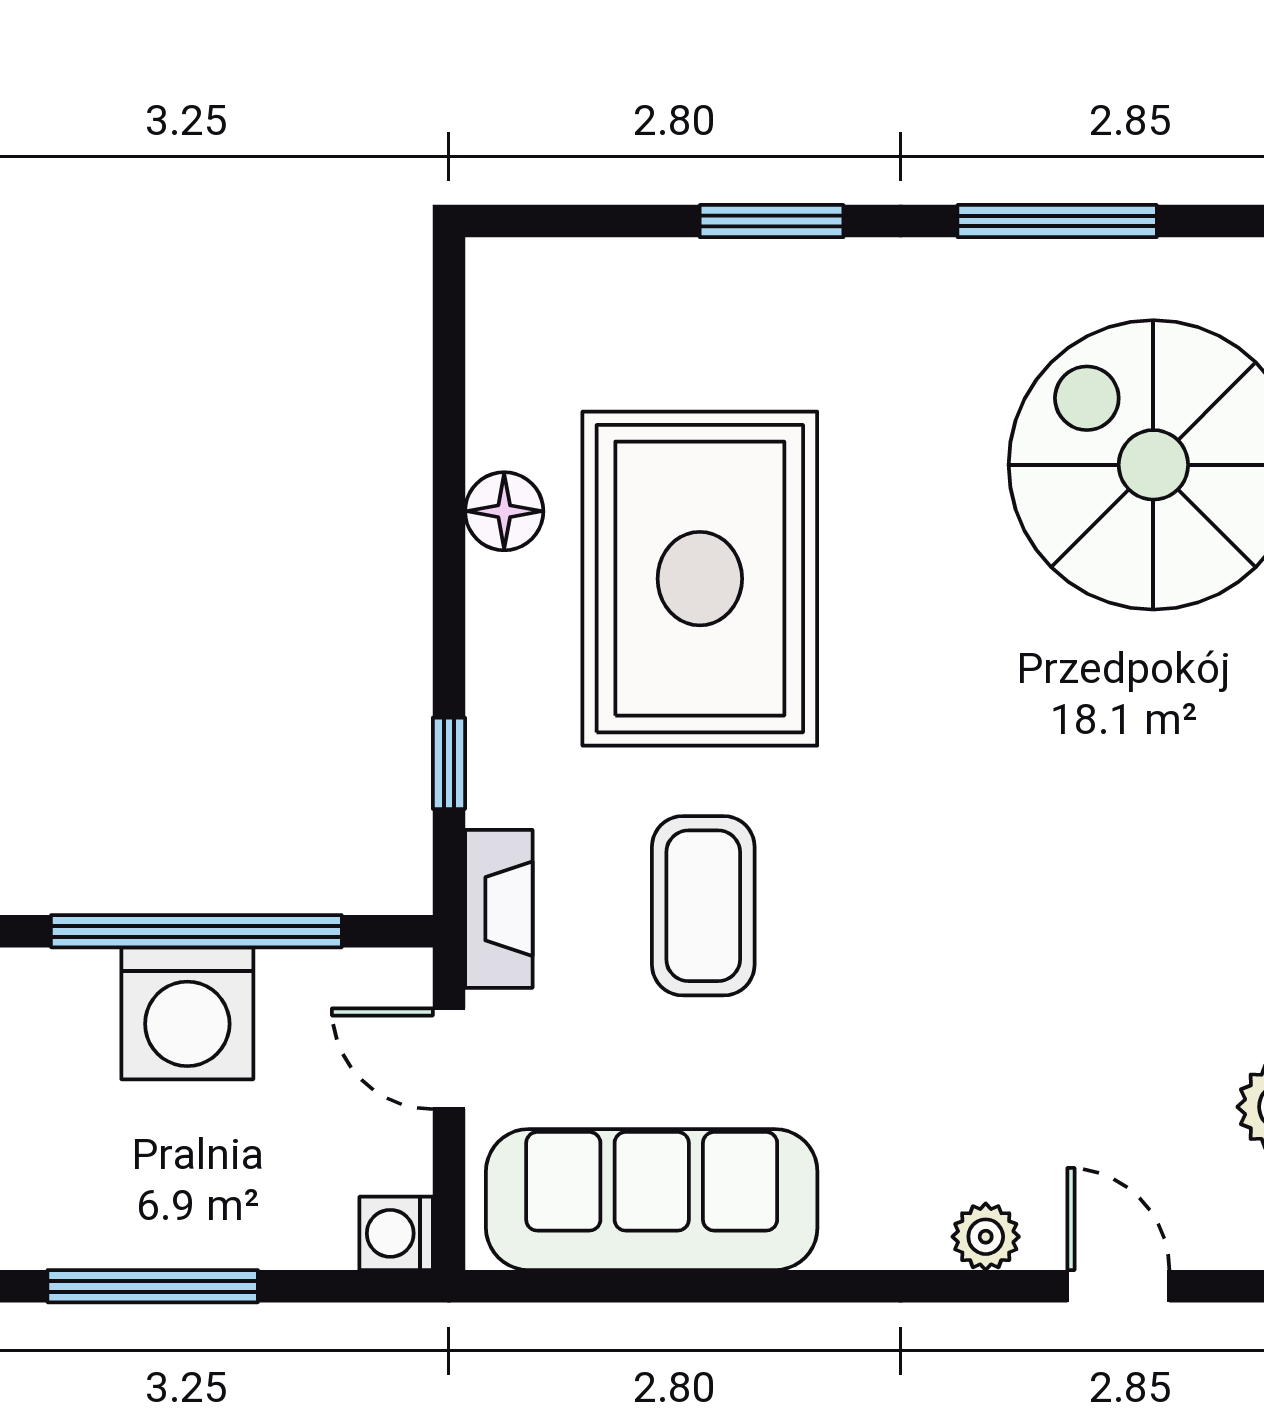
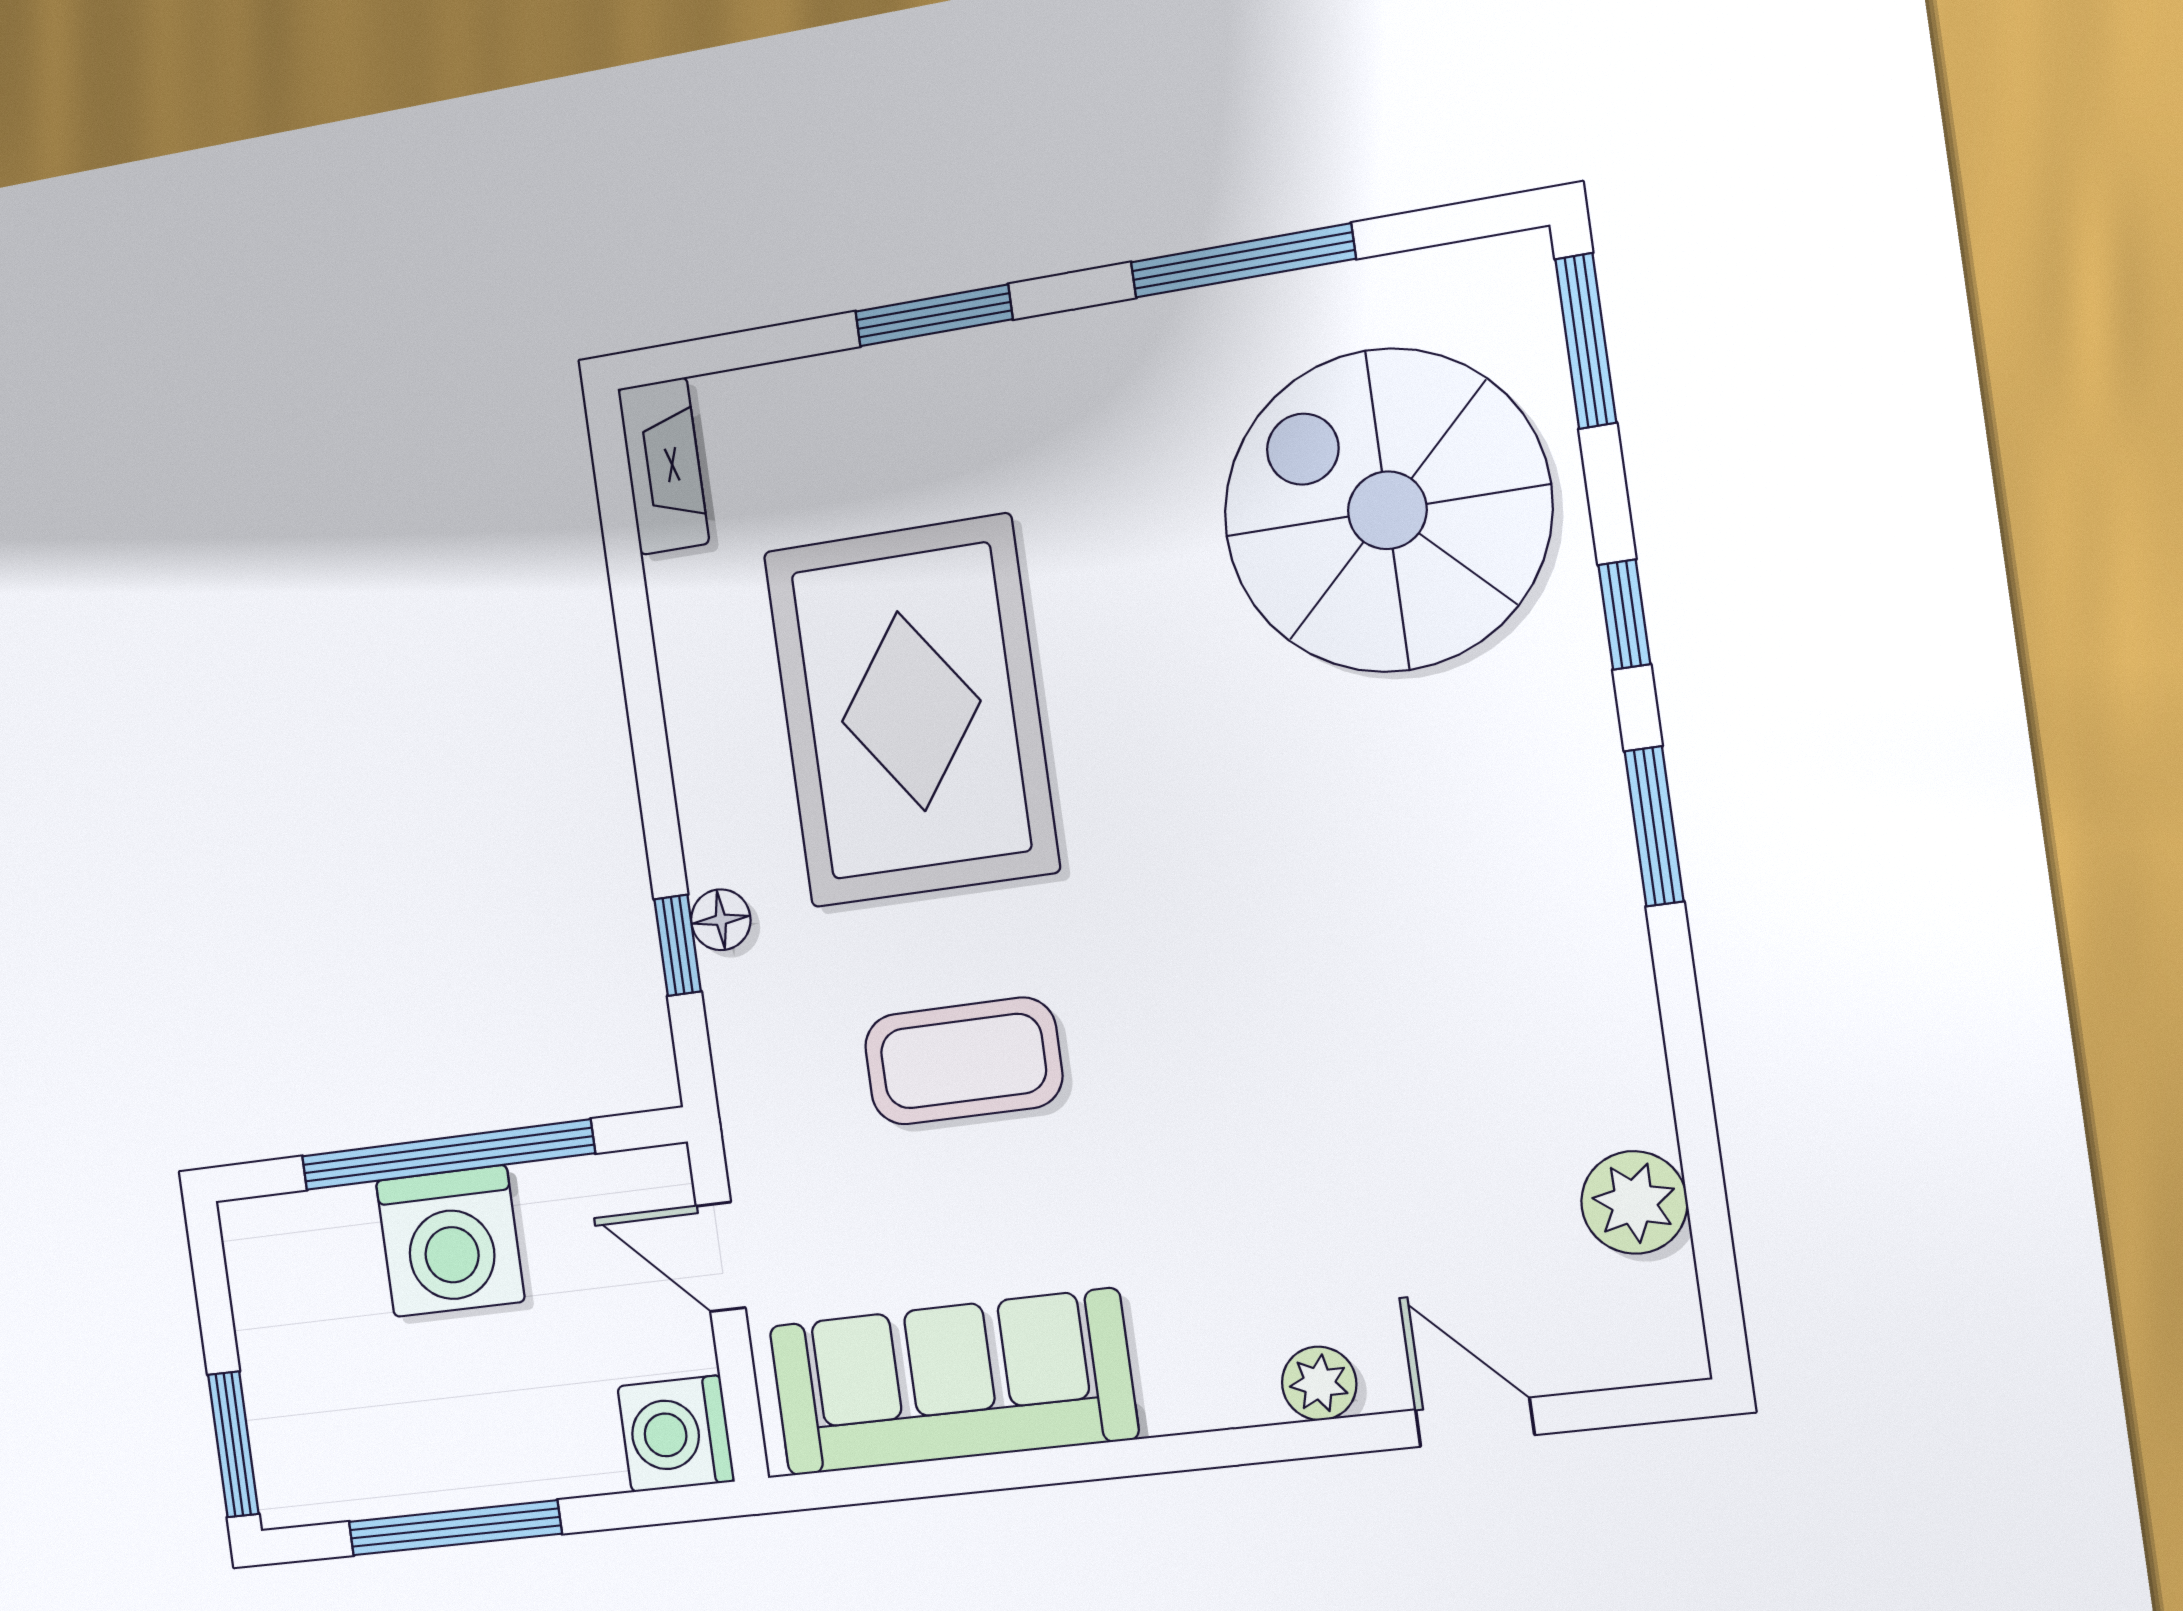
floor lamp: (504, 511) -> (721, 920), moved, width x0.73, depth x0.73
coffee table: (703, 906) -> (963, 1061), turned 90
fireplace: (499, 909) -> (663, 466), moved
washing machine: (396, 1233) -> (676, 1434), width x1.38, depth x1.38

